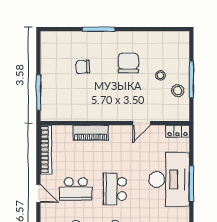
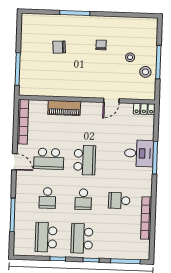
chair: (128, 63) -> (101, 45), width x0.54, depth x0.54
desk: (169, 179) -> (139, 153), width x0.53, depth x0.77
school desk: (115, 189) -> (85, 160), turned 180

